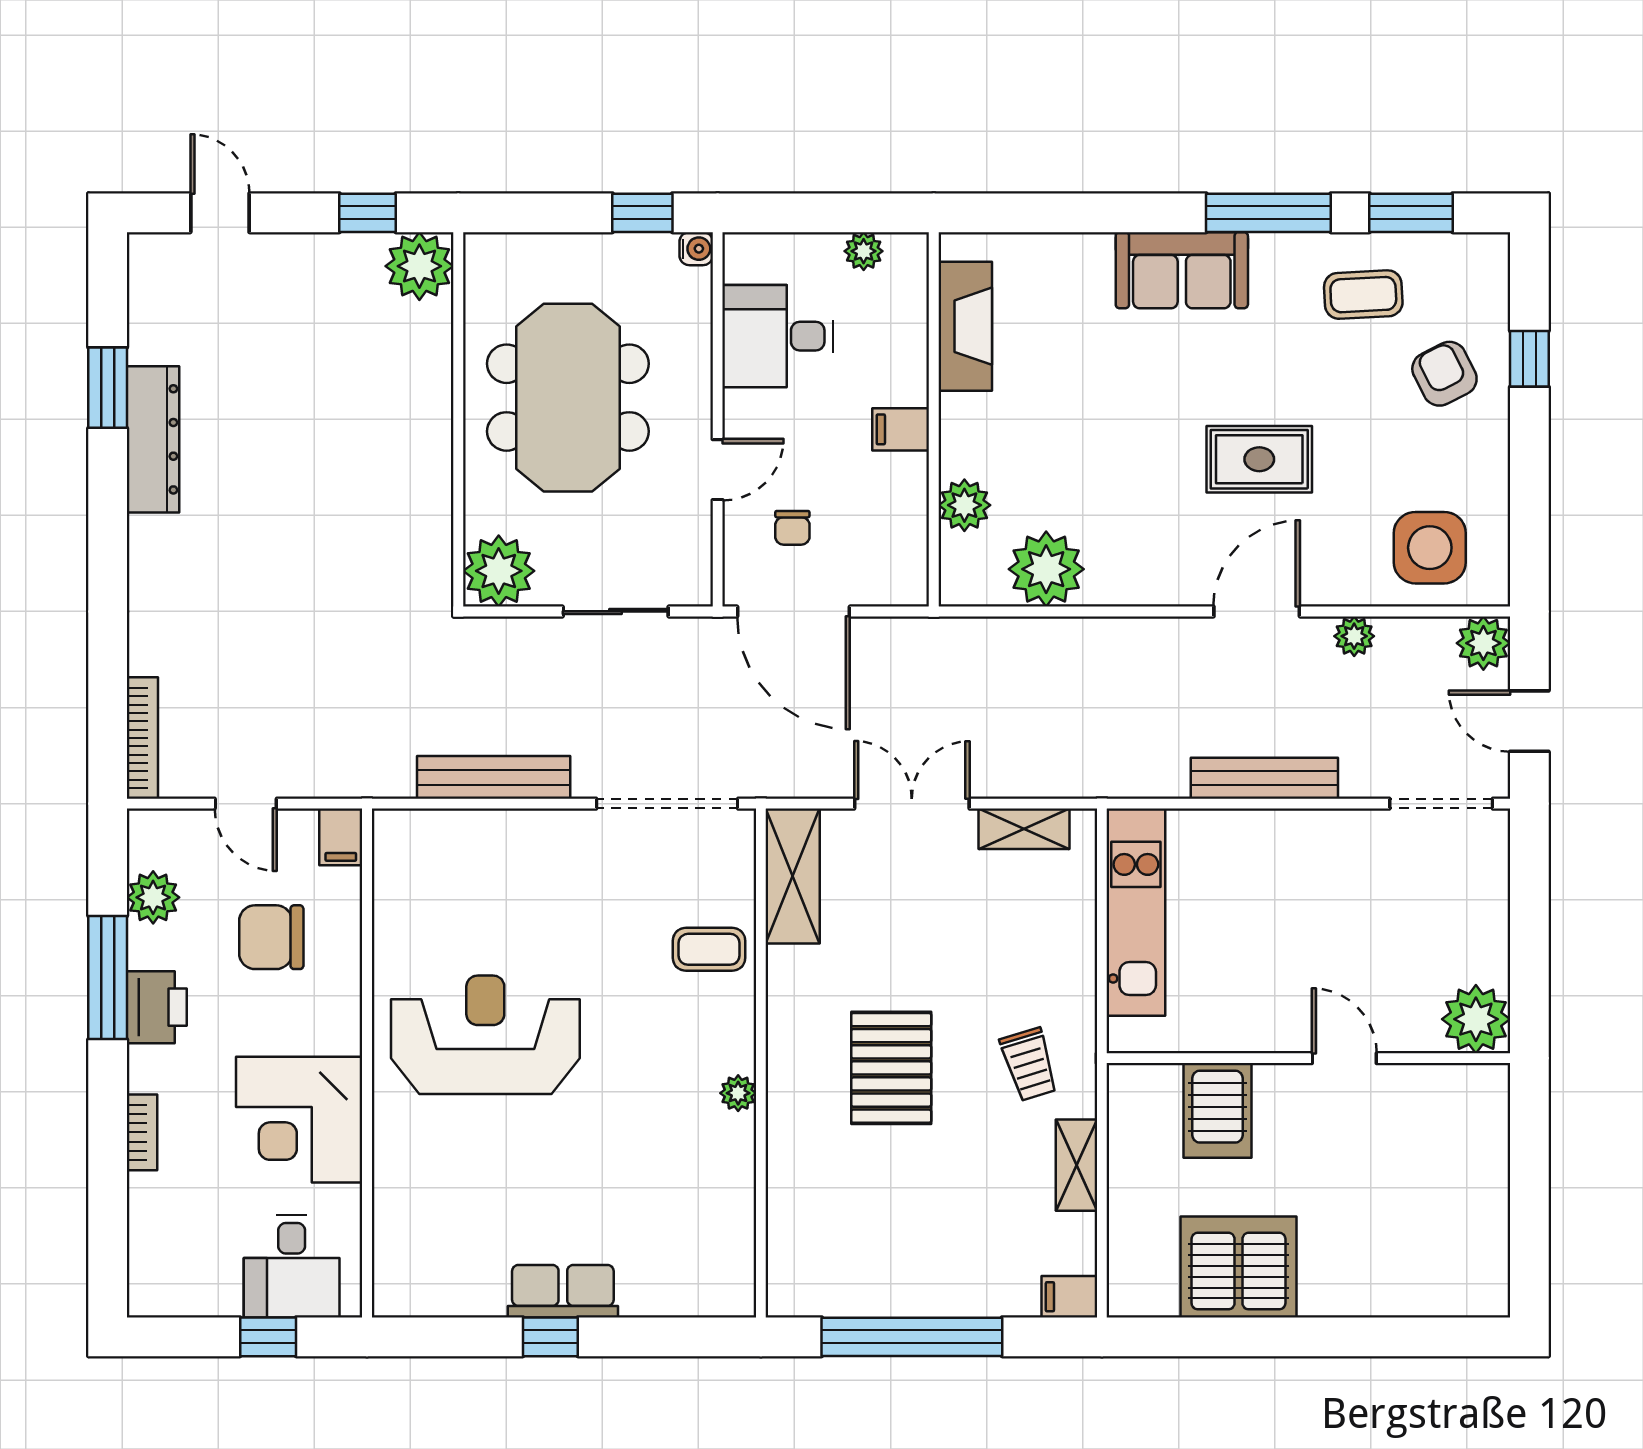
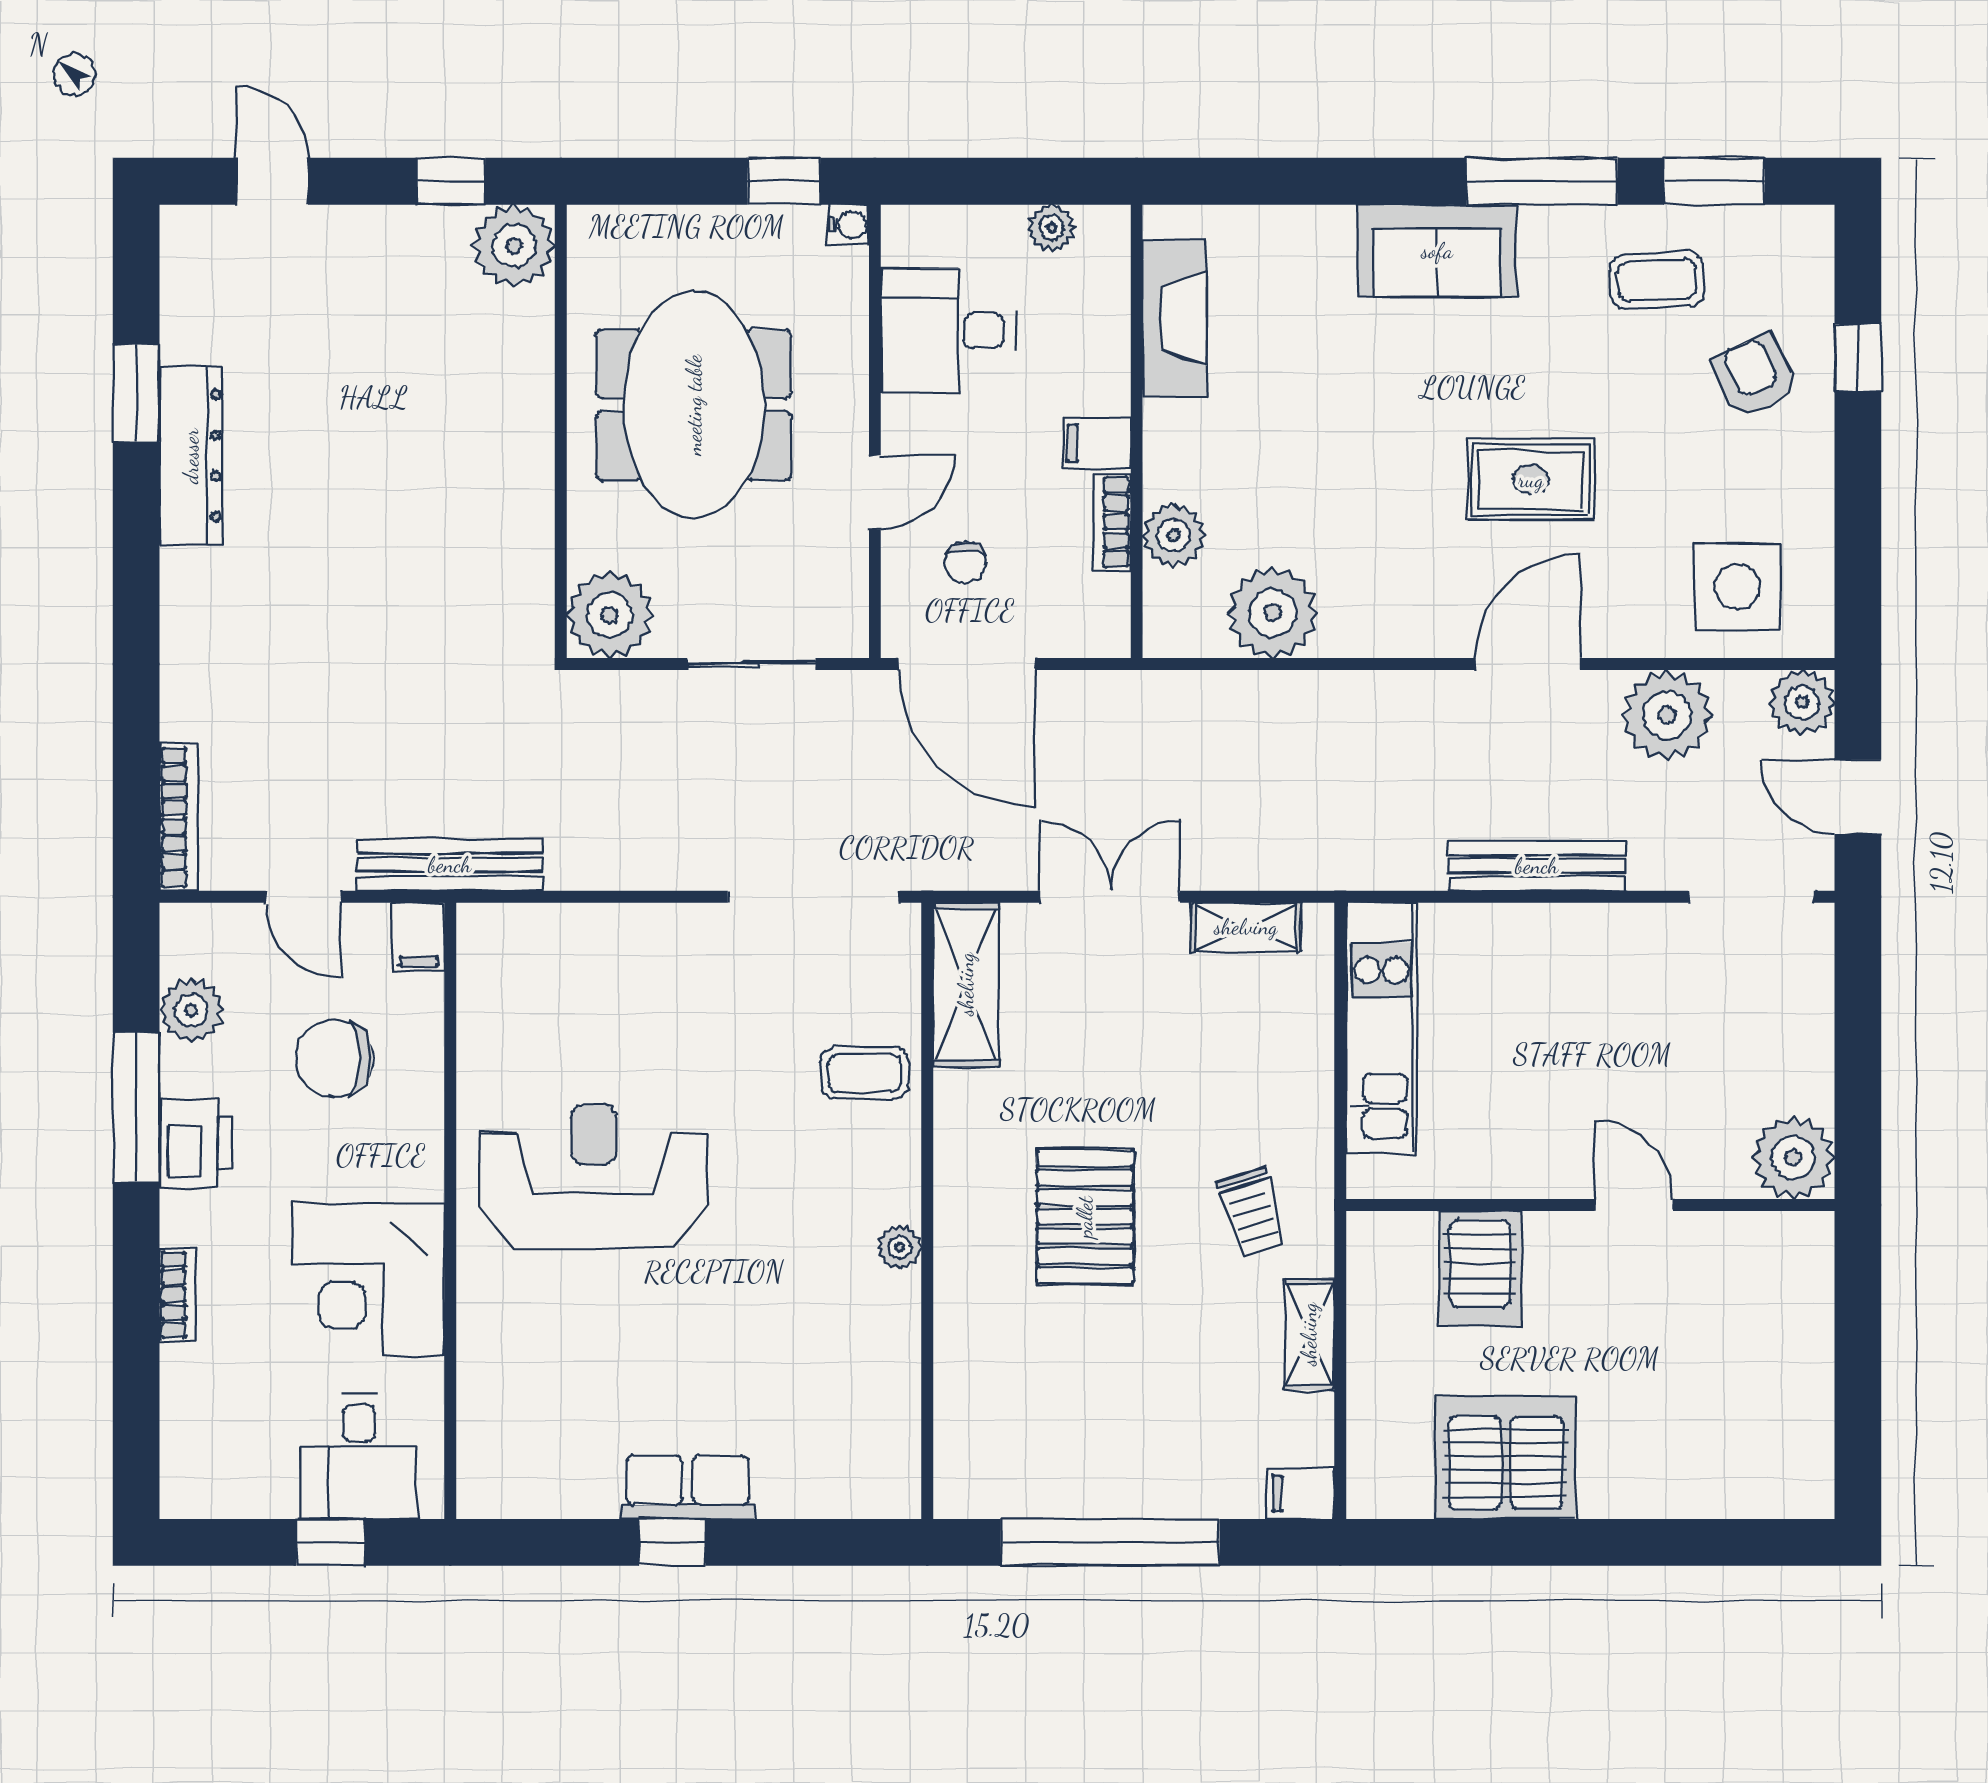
bookcase: (913, 494) -> (1112, 522), added
plant: (1354, 636) -> (1667, 715), width x1.88, depth x1.88
bench: (494, 777) -> (450, 865), moved

